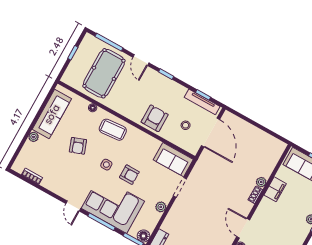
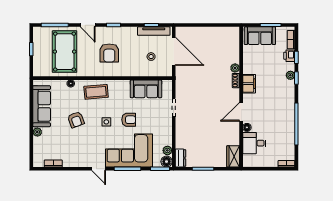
armchair: (155, 118) -> (109, 53), moved, turned 180
sofa: (173, 160) -> (146, 89), moved
filing cabinet: (275, 189) -> (249, 84), moved
plant: (161, 207) -> (167, 150), moved
door: (243, 228) -> (241, 112), hinge flipped

